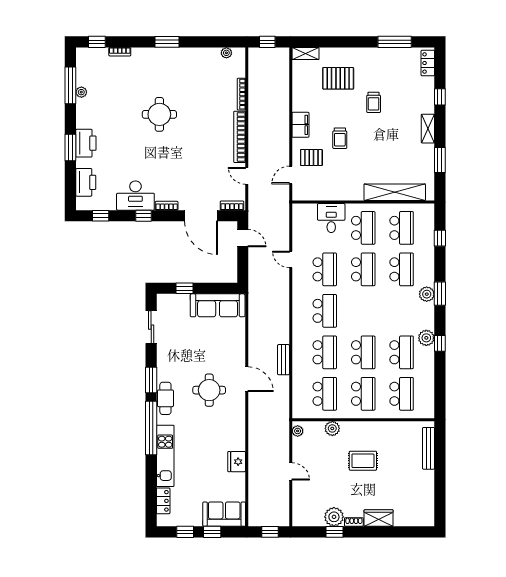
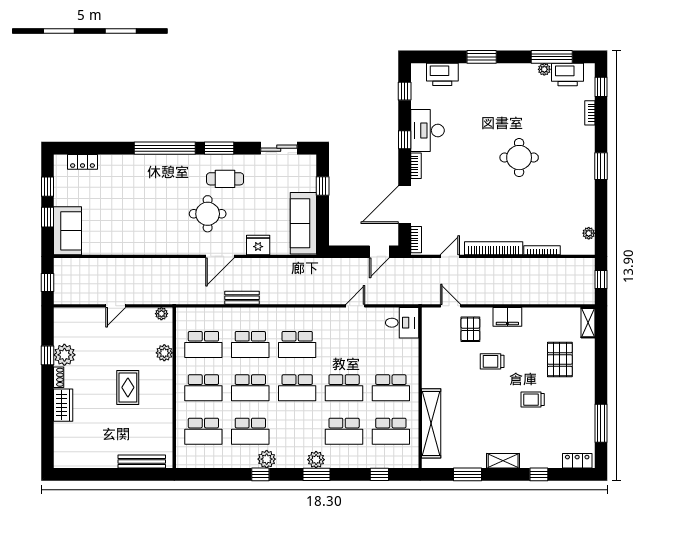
printer: (86, 143) -> (568, 74), moved
desk: (331, 218) -> (402, 323), moved
school desk: (325, 269) -> (297, 388), moved
cafe table: (165, 398) -> (225, 179), moved
kitchen unit: (165, 456) -> (133, 164), removed
fridge: (237, 462) -> (258, 245), moved

